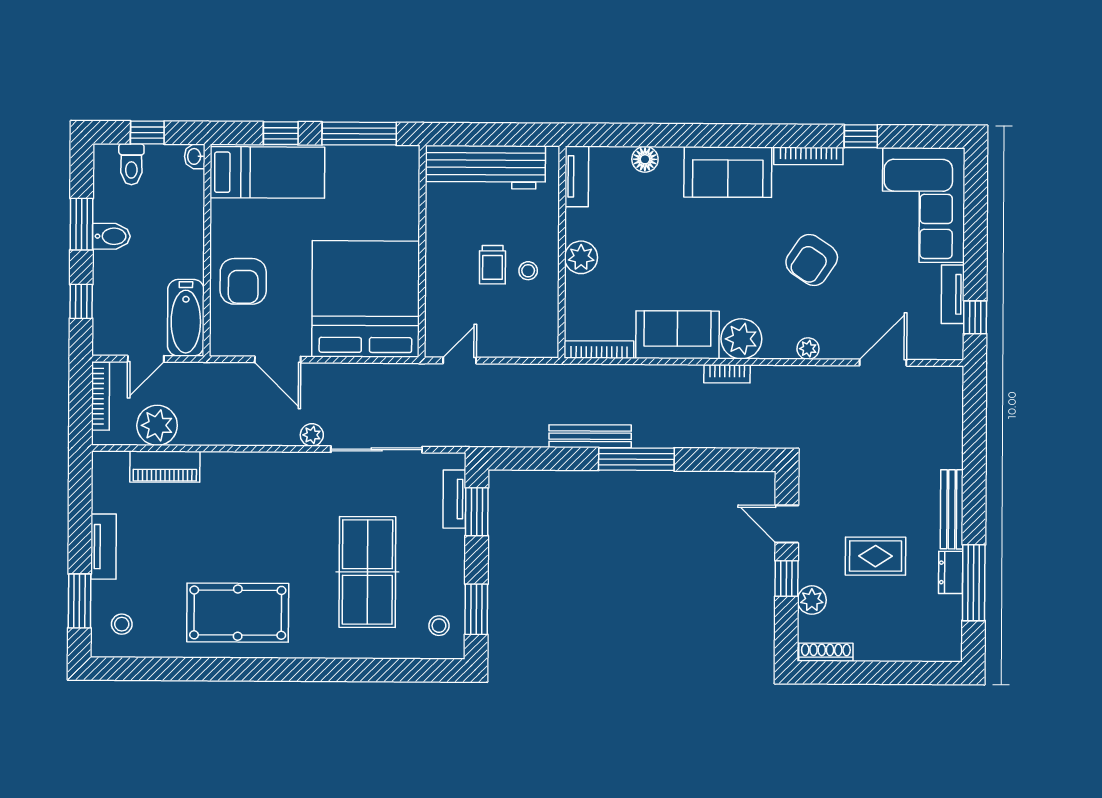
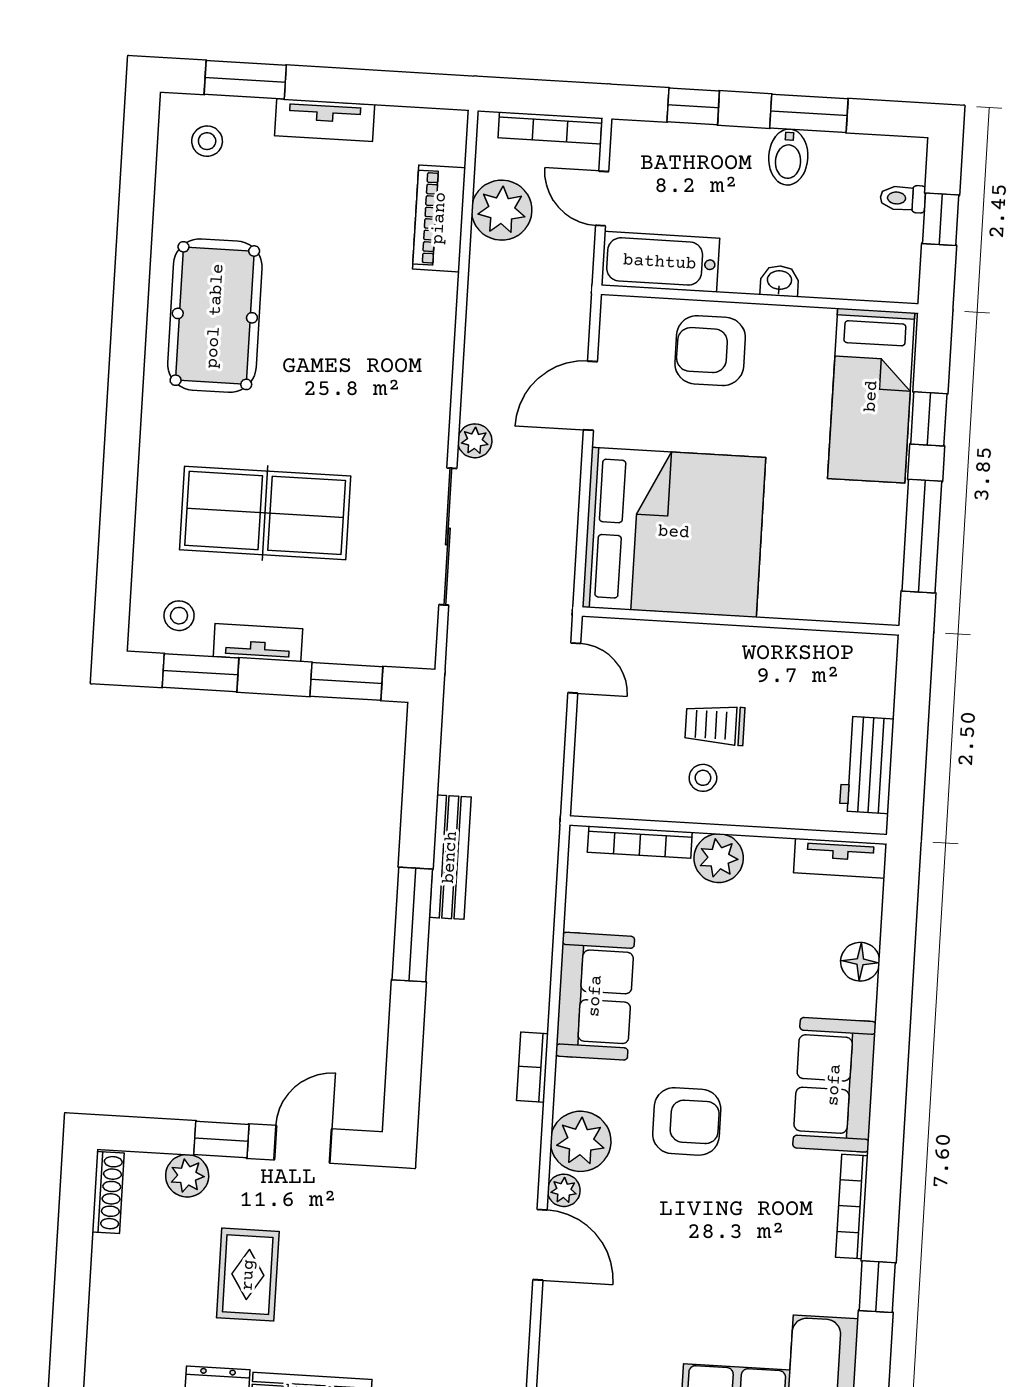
washbasin: (195, 156) -> (779, 281), moved
toilet: (131, 164) -> (903, 198), width x0.73, depth x0.72
workbench: (486, 167) -> (867, 765), width x0.53, depth x0.76
armchair: (812, 260) -> (687, 1121), moved, turned 146
plant: (741, 339) -> (581, 1141), moved
bookcase: (599, 350) -> (640, 842), moved, turned 90
door: (883, 363) -> (540, 1245), moved
tv unit: (454, 499) -> (258, 643), moved

